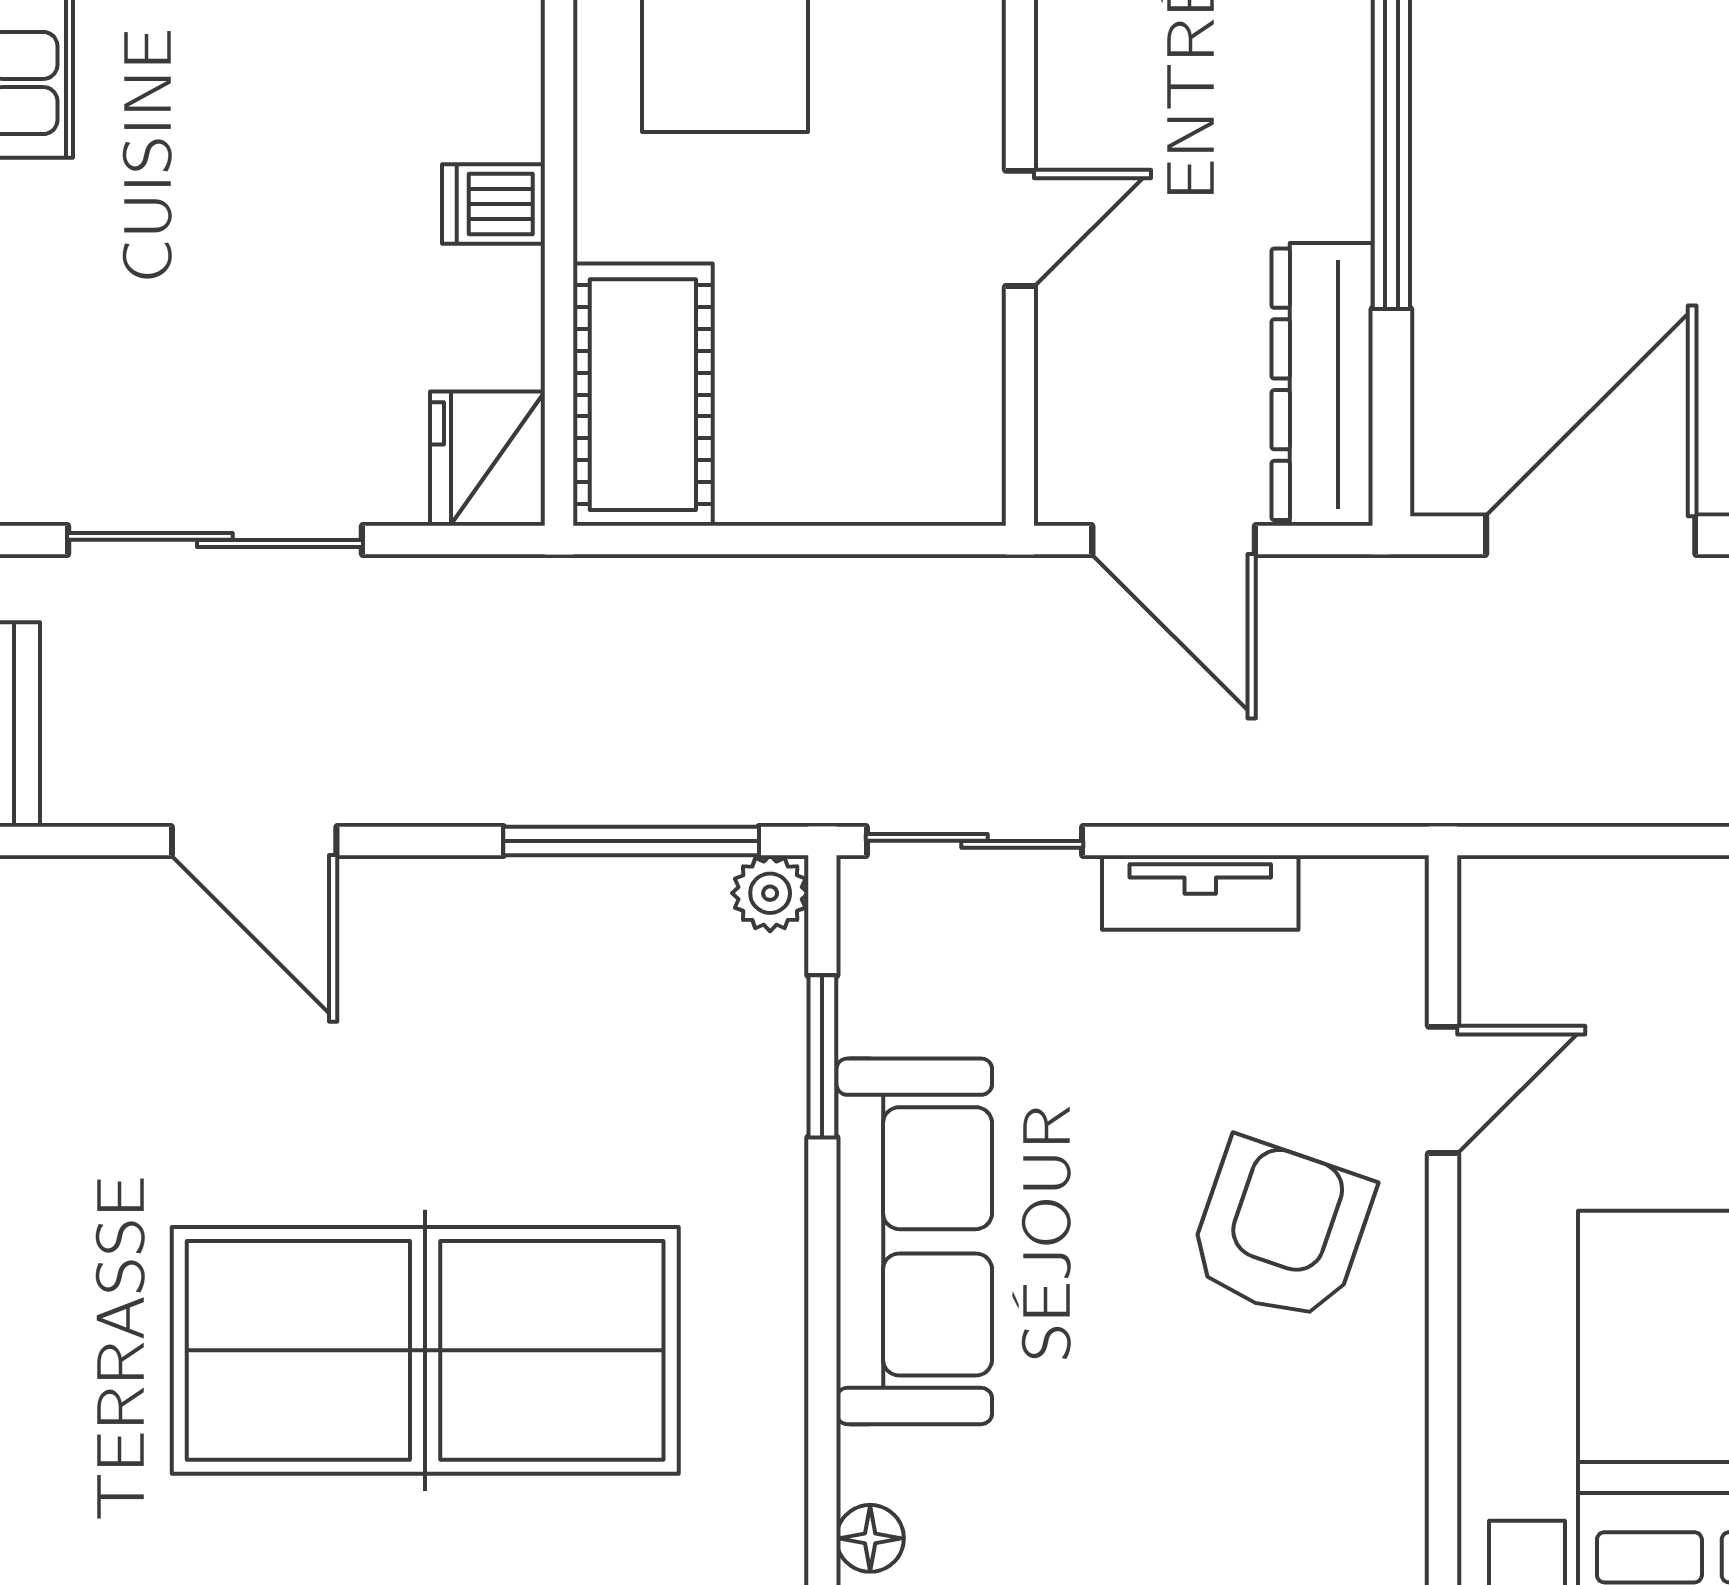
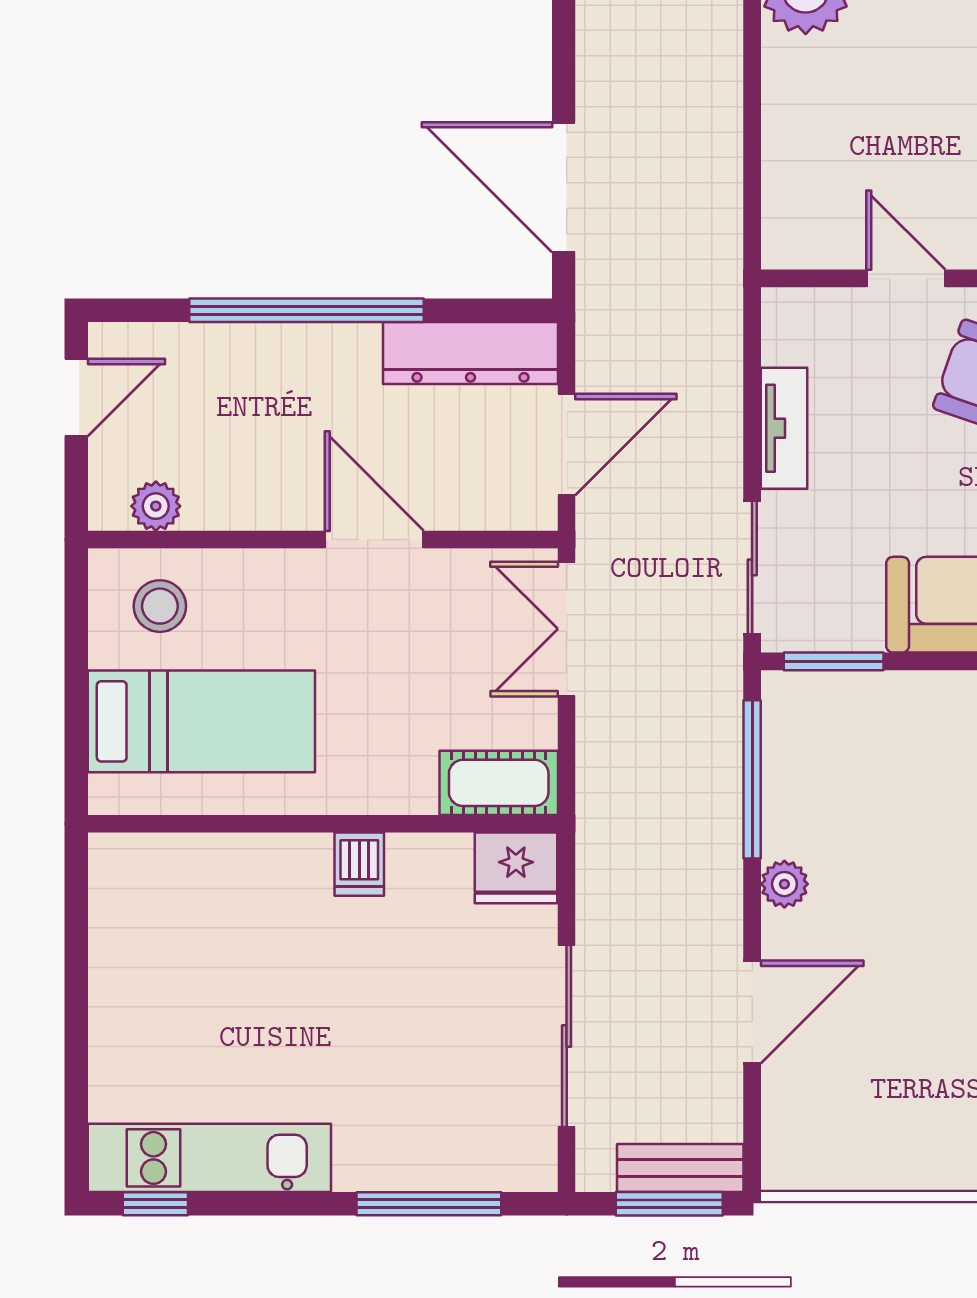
door: (1020, 228) -> (374, 539), width x1.38
cot: (643, 395) -> (499, 783), width x0.73, depth x0.75
double door: (875, 540) -> (567, 629), added
plant: (770, 893) -> (784, 884), moved
window: (822, 1056) -> (834, 661), moved

